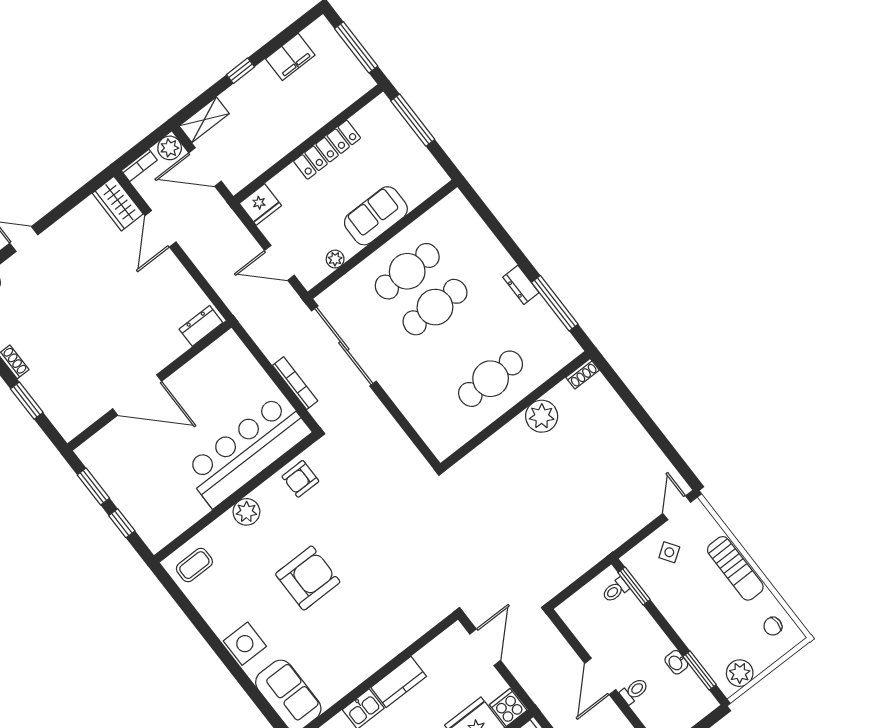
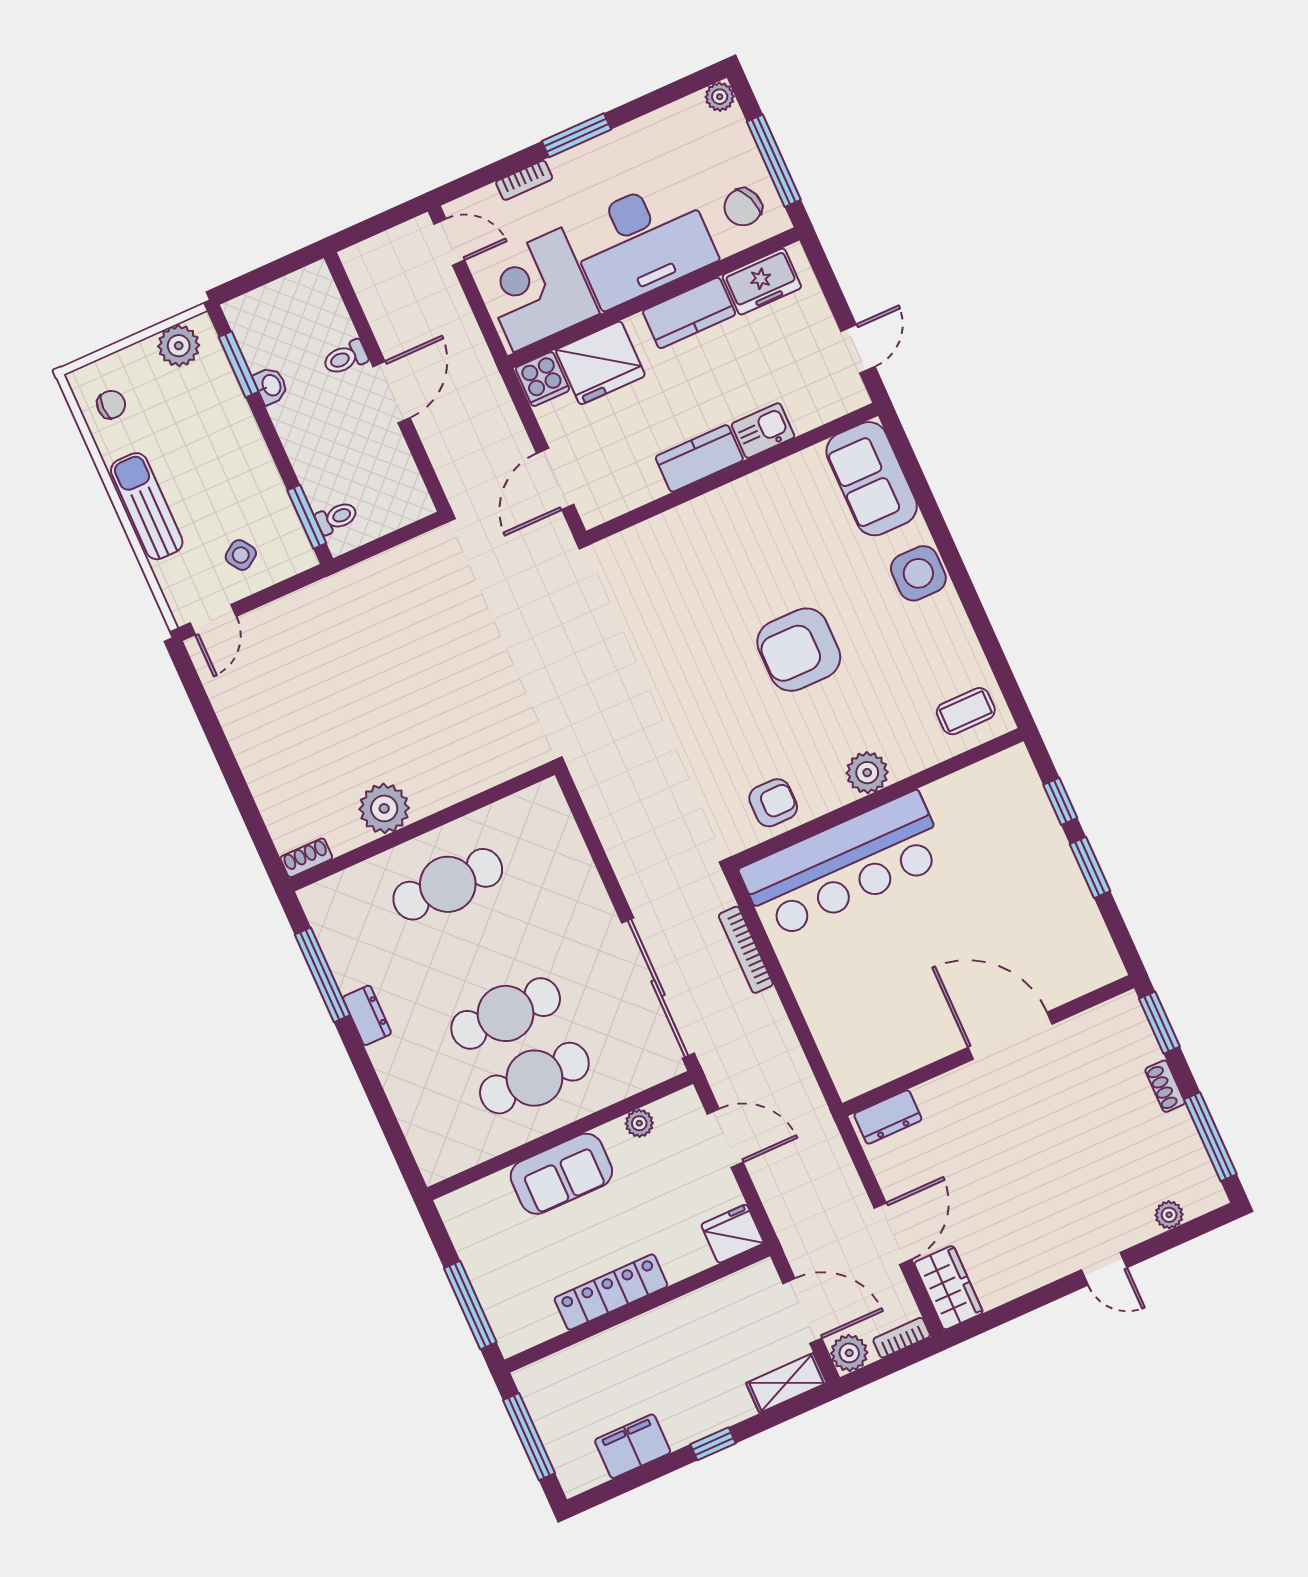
dresser: (201, 326) -> (888, 1117), moved
wall: (149, 386) -> (988, 1046), moved
door: (137, 395) -> (1010, 1036), moved

